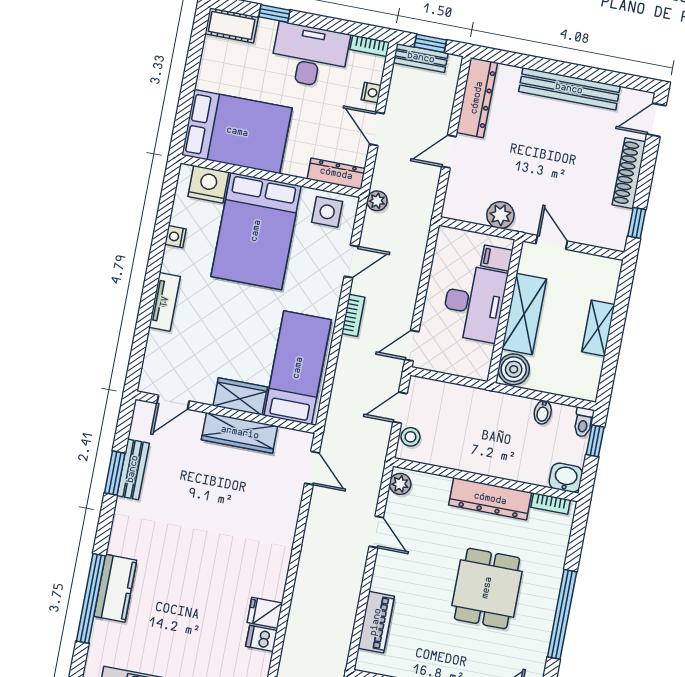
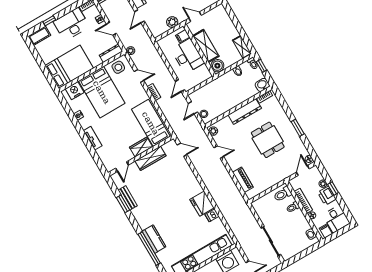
door: (351, 261) -> (139, 76), hinge flipped
shelving: (598, 328) -> (242, 47), moved
fridge: (265, 613) -> (202, 204), width x1.88, depth x1.34
window: (562, 614) -> (298, 128), width x0.47

